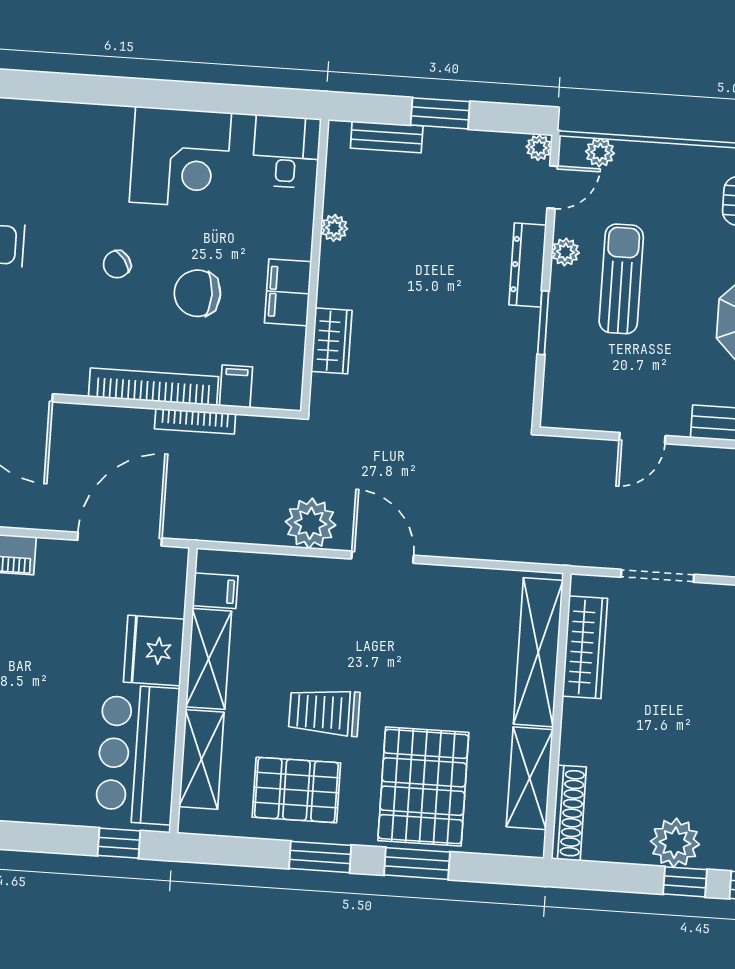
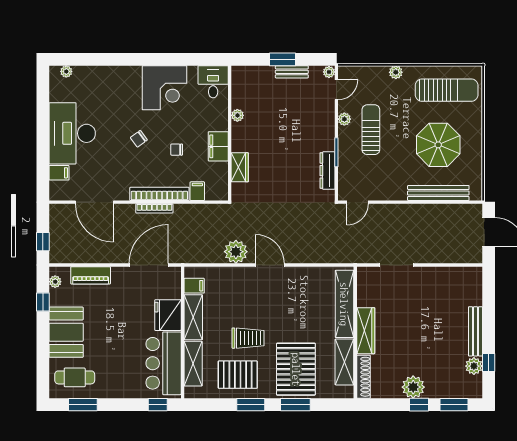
bench: (387, 137) -> (292, 72), moved
plant: (600, 152) -> (396, 72), moved
dresser: (528, 265) -> (327, 171), moved
chair: (197, 293) -> (177, 150), width x0.54, depth x0.54
bookcase: (195, 421) -> (154, 208), moved
door: (642, 438) -> (358, 202), moved
wardrobe: (585, 647) -> (366, 331), moved
trolley: (324, 712) -> (248, 338), turned 180

